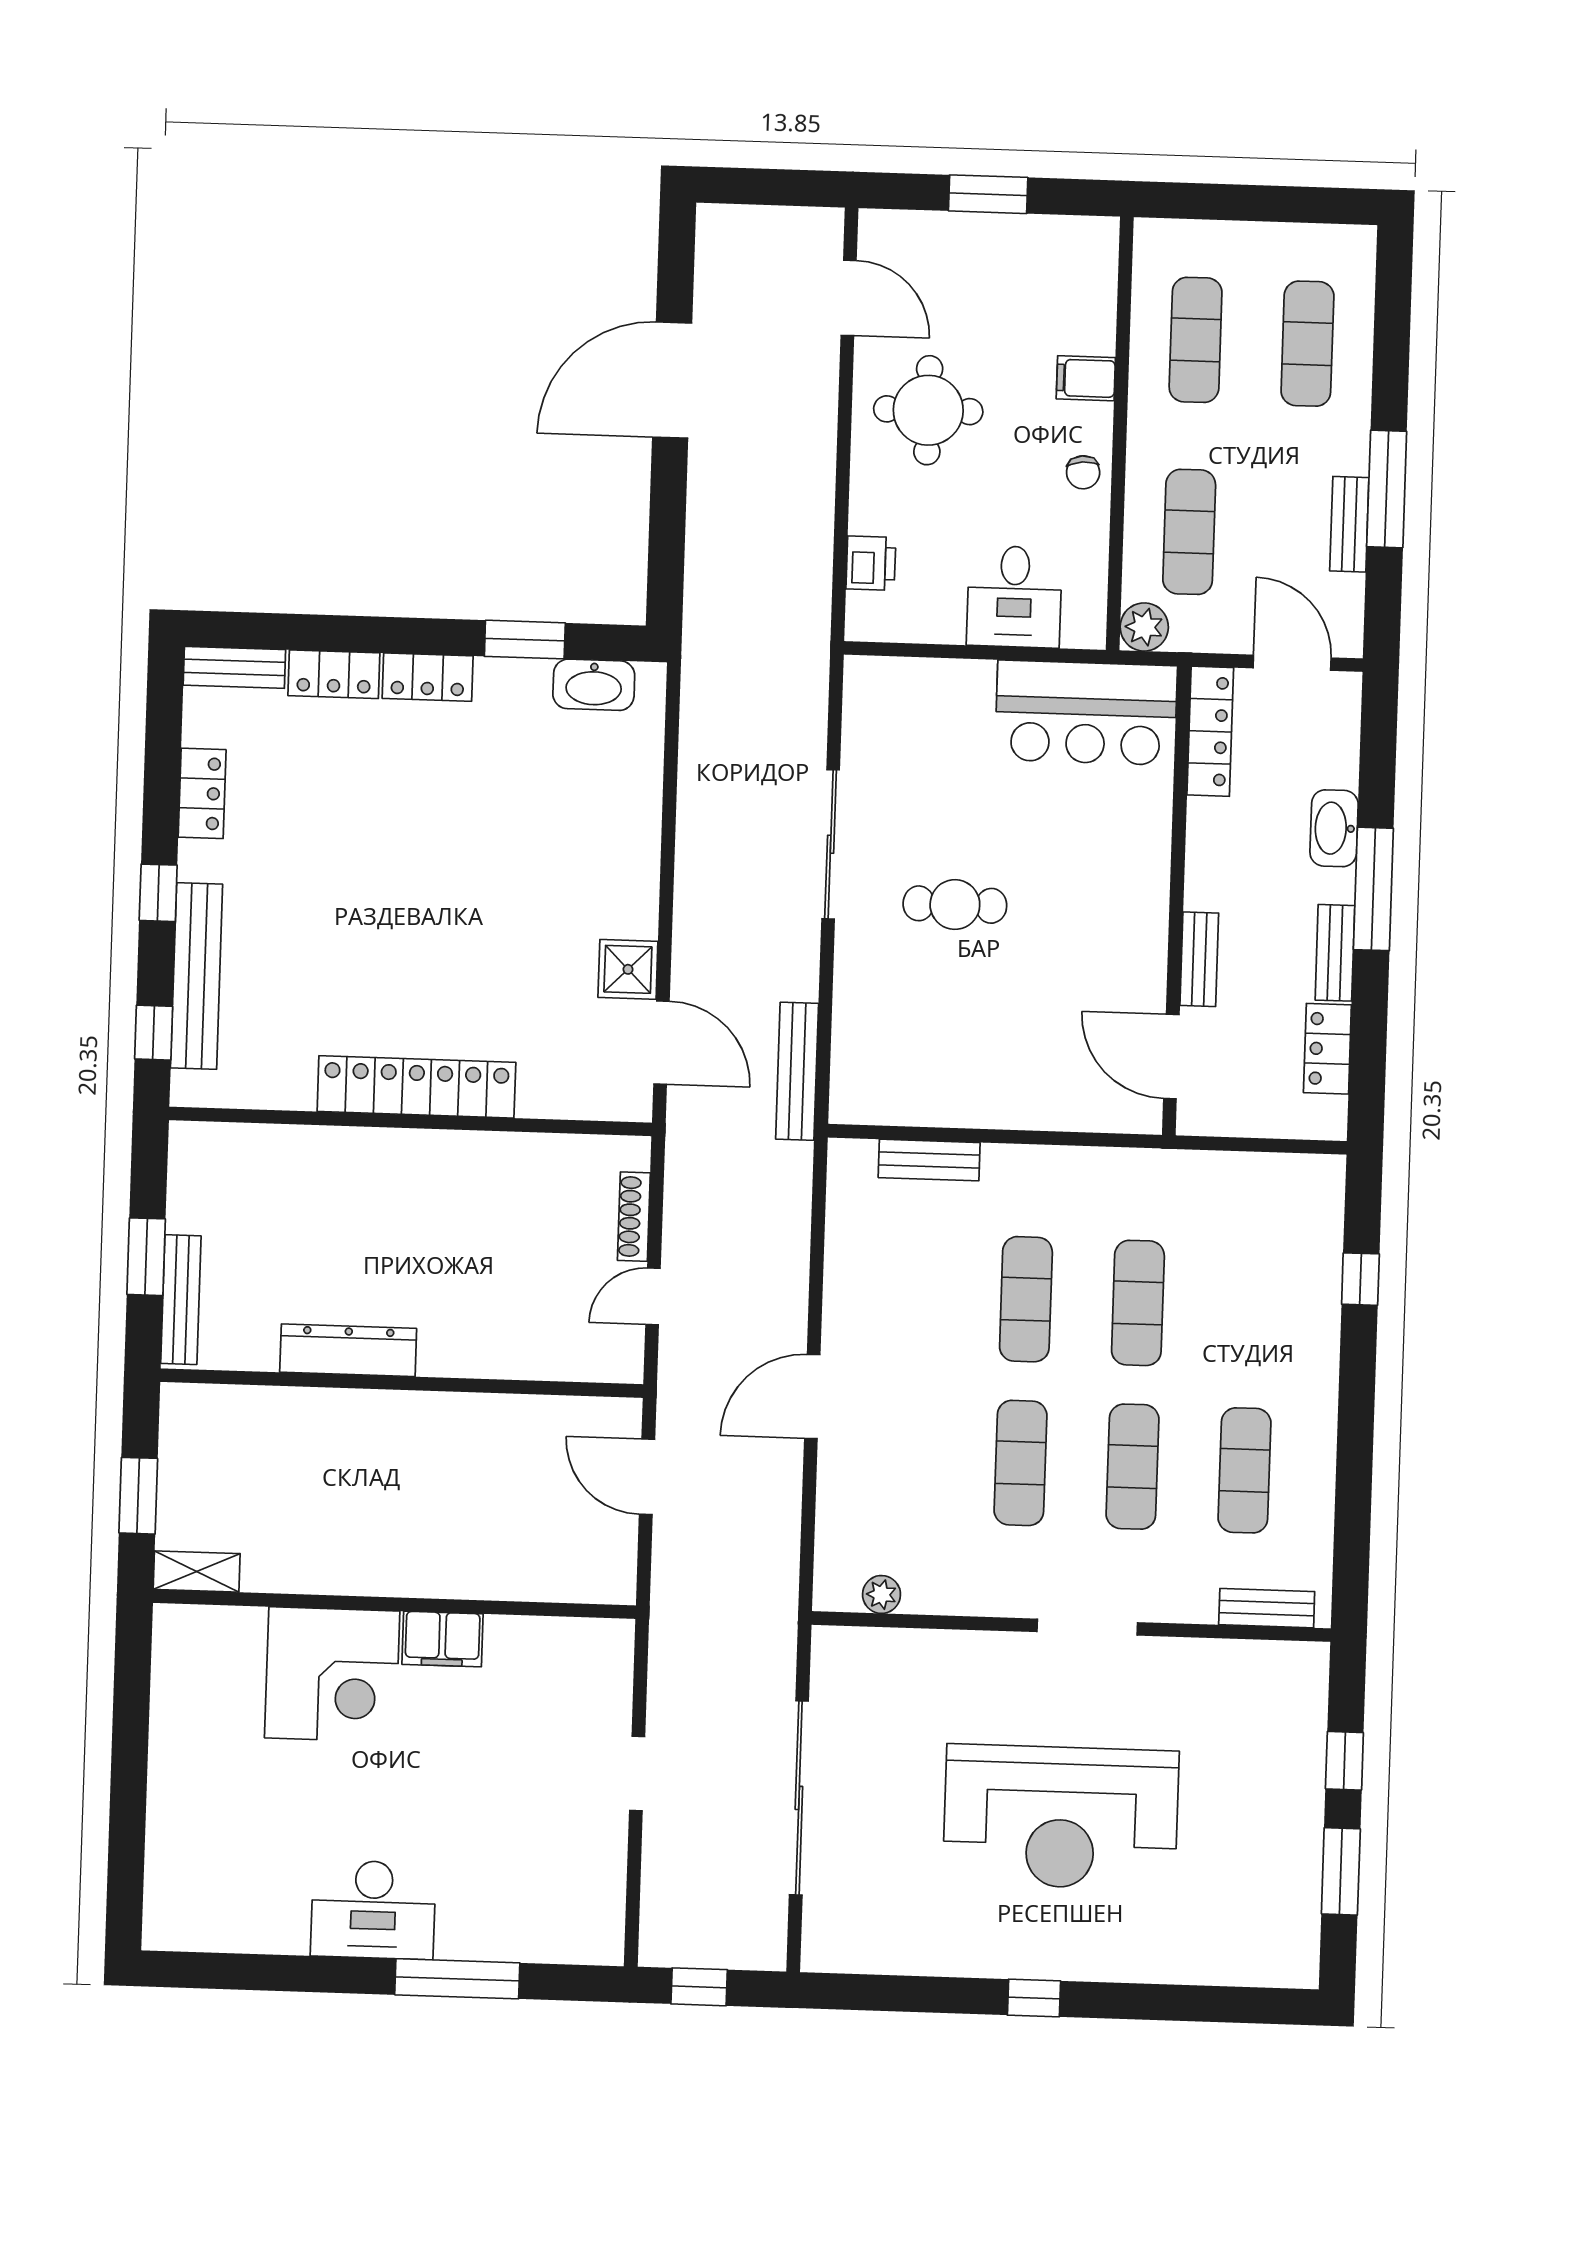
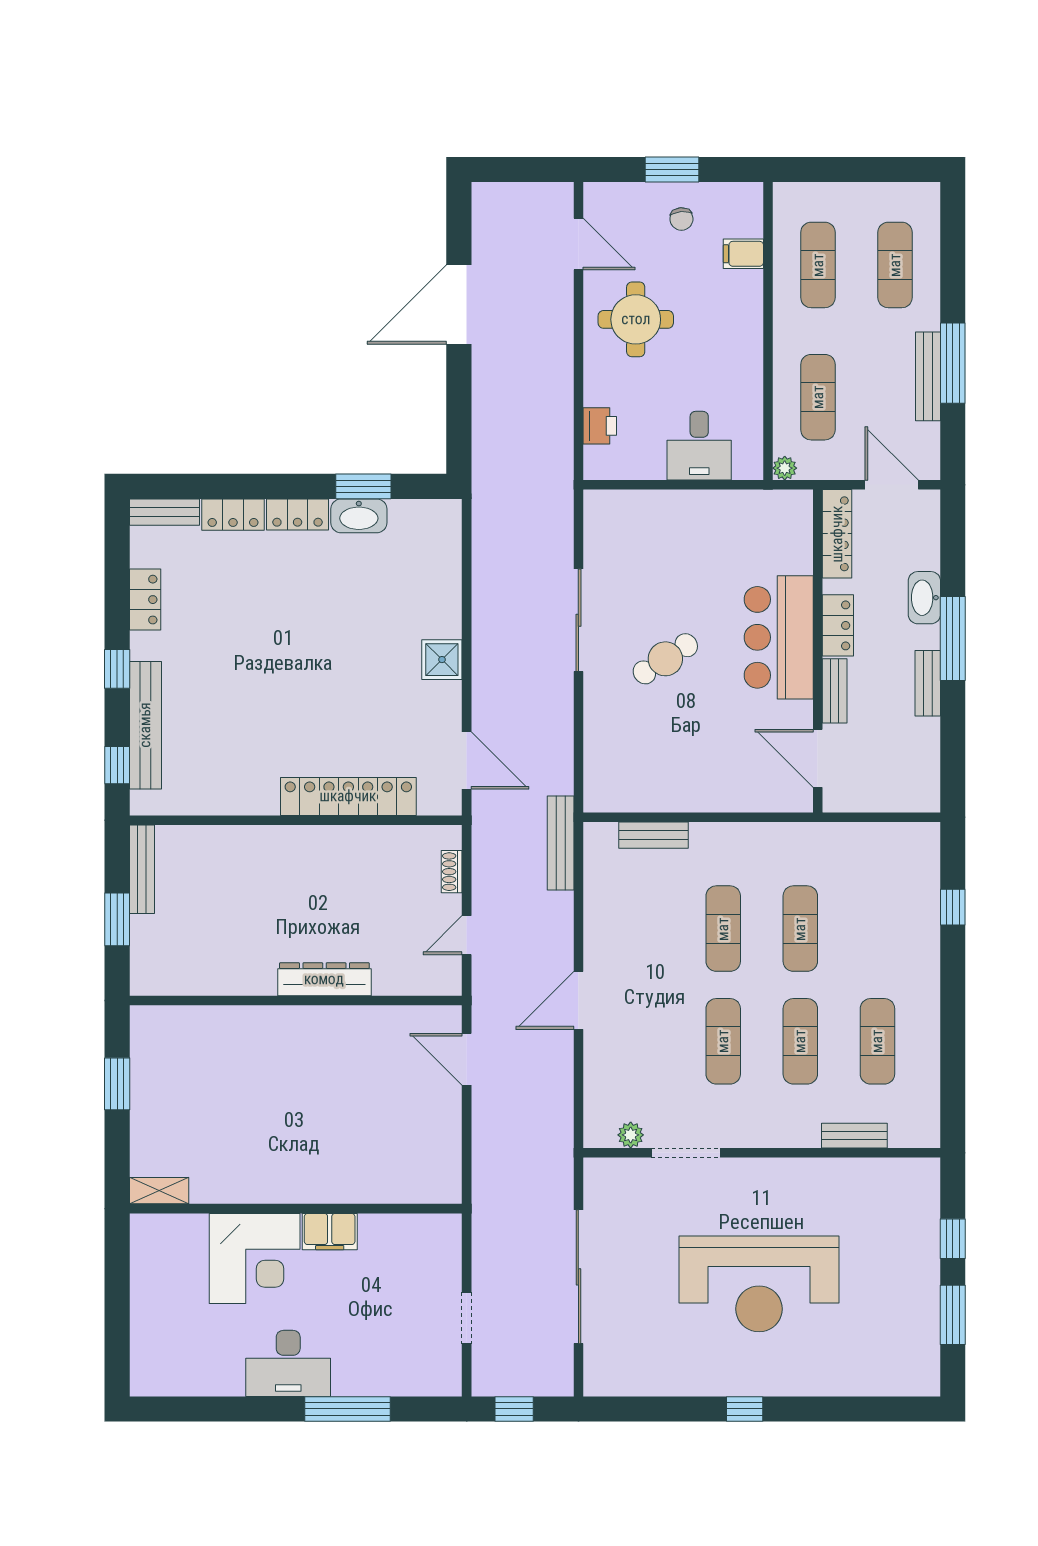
filing cabinet: (1086, 378) -> (743, 254), moved
chair: (1083, 472) -> (681, 219), moved
bench: (1349, 524) -> (928, 376), width x1.36
plant: (1144, 627) -> (785, 468), width x0.73, depth x0.73
washbasin: (594, 685) -> (359, 516), moved
bar counter: (1086, 713) -> (779, 637), moved, turned 90
cafe table: (955, 905) -> (665, 659), turned -33
shower: (628, 969) -> (442, 660), moved
locker: (1327, 1049) -> (838, 625), moved, turned 180
bench: (797, 1071) -> (561, 843), moved
locker: (416, 1087) -> (348, 796), moved
shoe rack: (634, 1217) -> (452, 872), width x0.70
bench: (181, 1300) -> (142, 869), moved
dresser: (348, 1350) -> (324, 979), moved
shelving: (197, 1571) -> (159, 1191), moved
wall: (394, 1604) -> (296, 1209), moved
bench: (1267, 1608) -> (854, 1136), moved
doorway: (1087, 1627) -> (686, 1153), moved
filing cabinet: (442, 1639) -> (330, 1232), moved
corner desk: (332, 1674) -> (255, 1258), moved
doorway: (637, 1773) -> (467, 1318), moved

